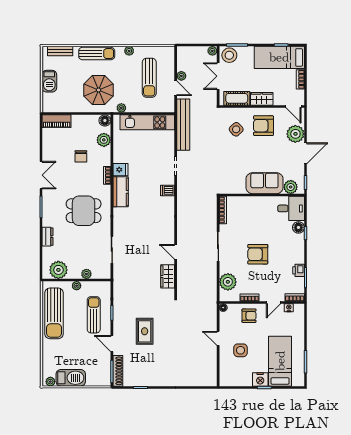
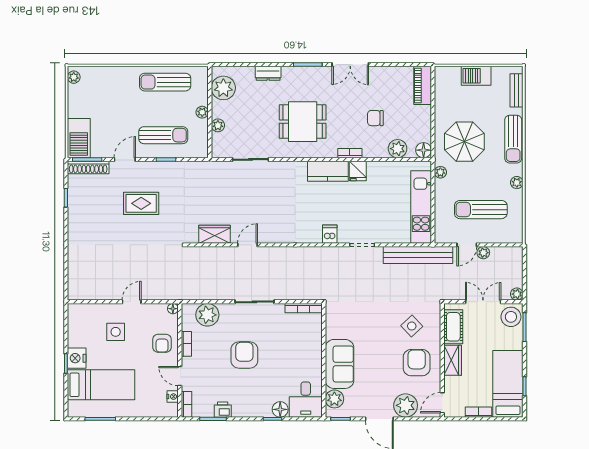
dining table: (84, 211) -> (303, 122), turned 90
sun lounger: (54, 313) -> (165, 82), width x0.73, depth x0.75
barbecue: (71, 378) -> (79, 138), moved

